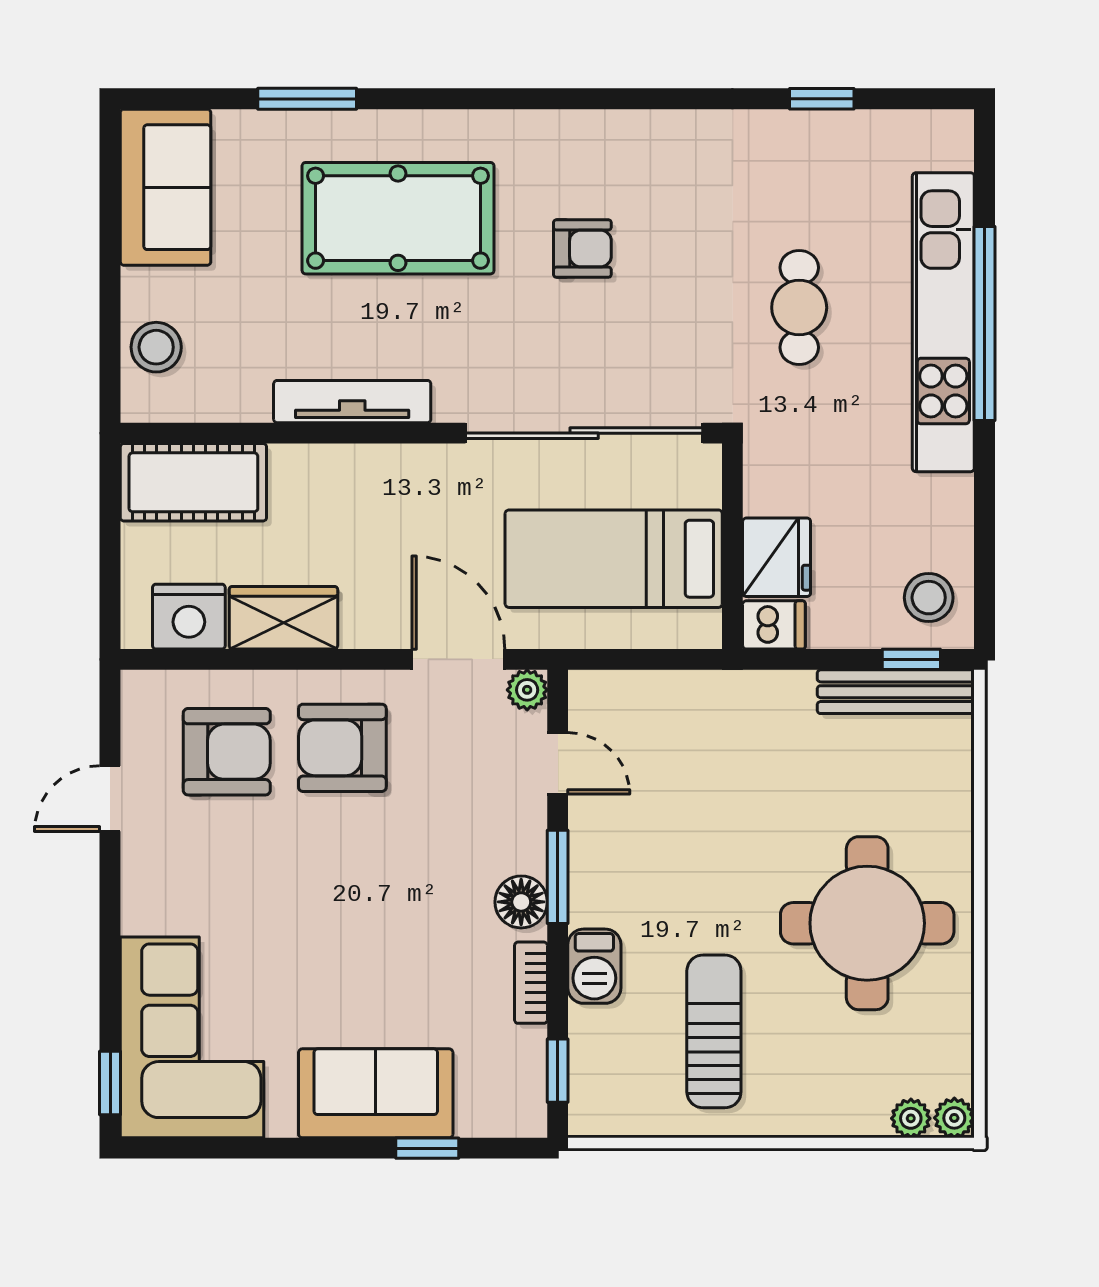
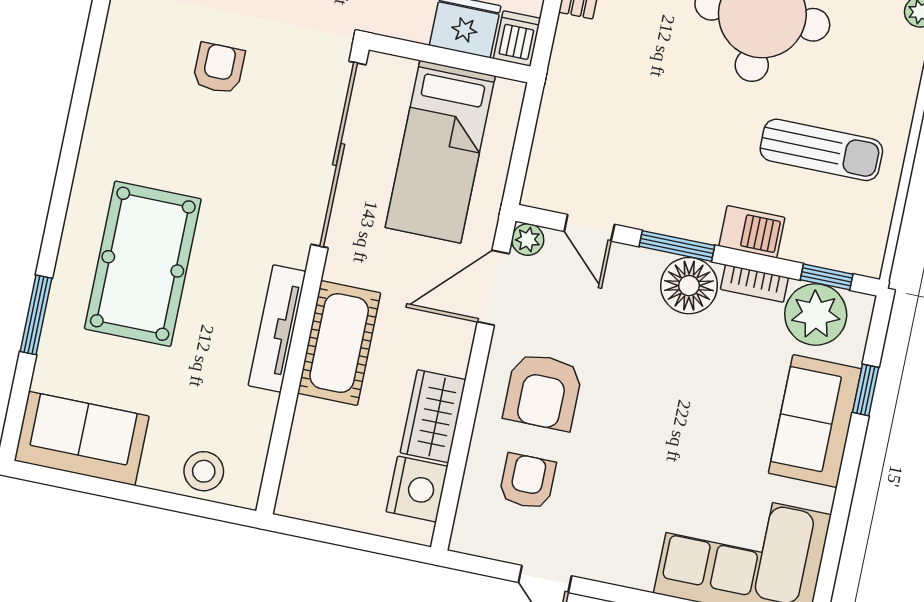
armchair: (582, 249) -> (219, 68), moved
cot: (193, 482) -> (339, 343), moved
armchair: (227, 752) -> (527, 481), width x0.72, depth x0.72
door: (558, 763) -> (589, 228), swing flipped
floor lamp: (521, 902) -> (689, 286), width x1.38, depth x1.38
sun lounger: (714, 1031) -> (821, 150), turned 180
plant: (508, 1067) -> (816, 314), added

